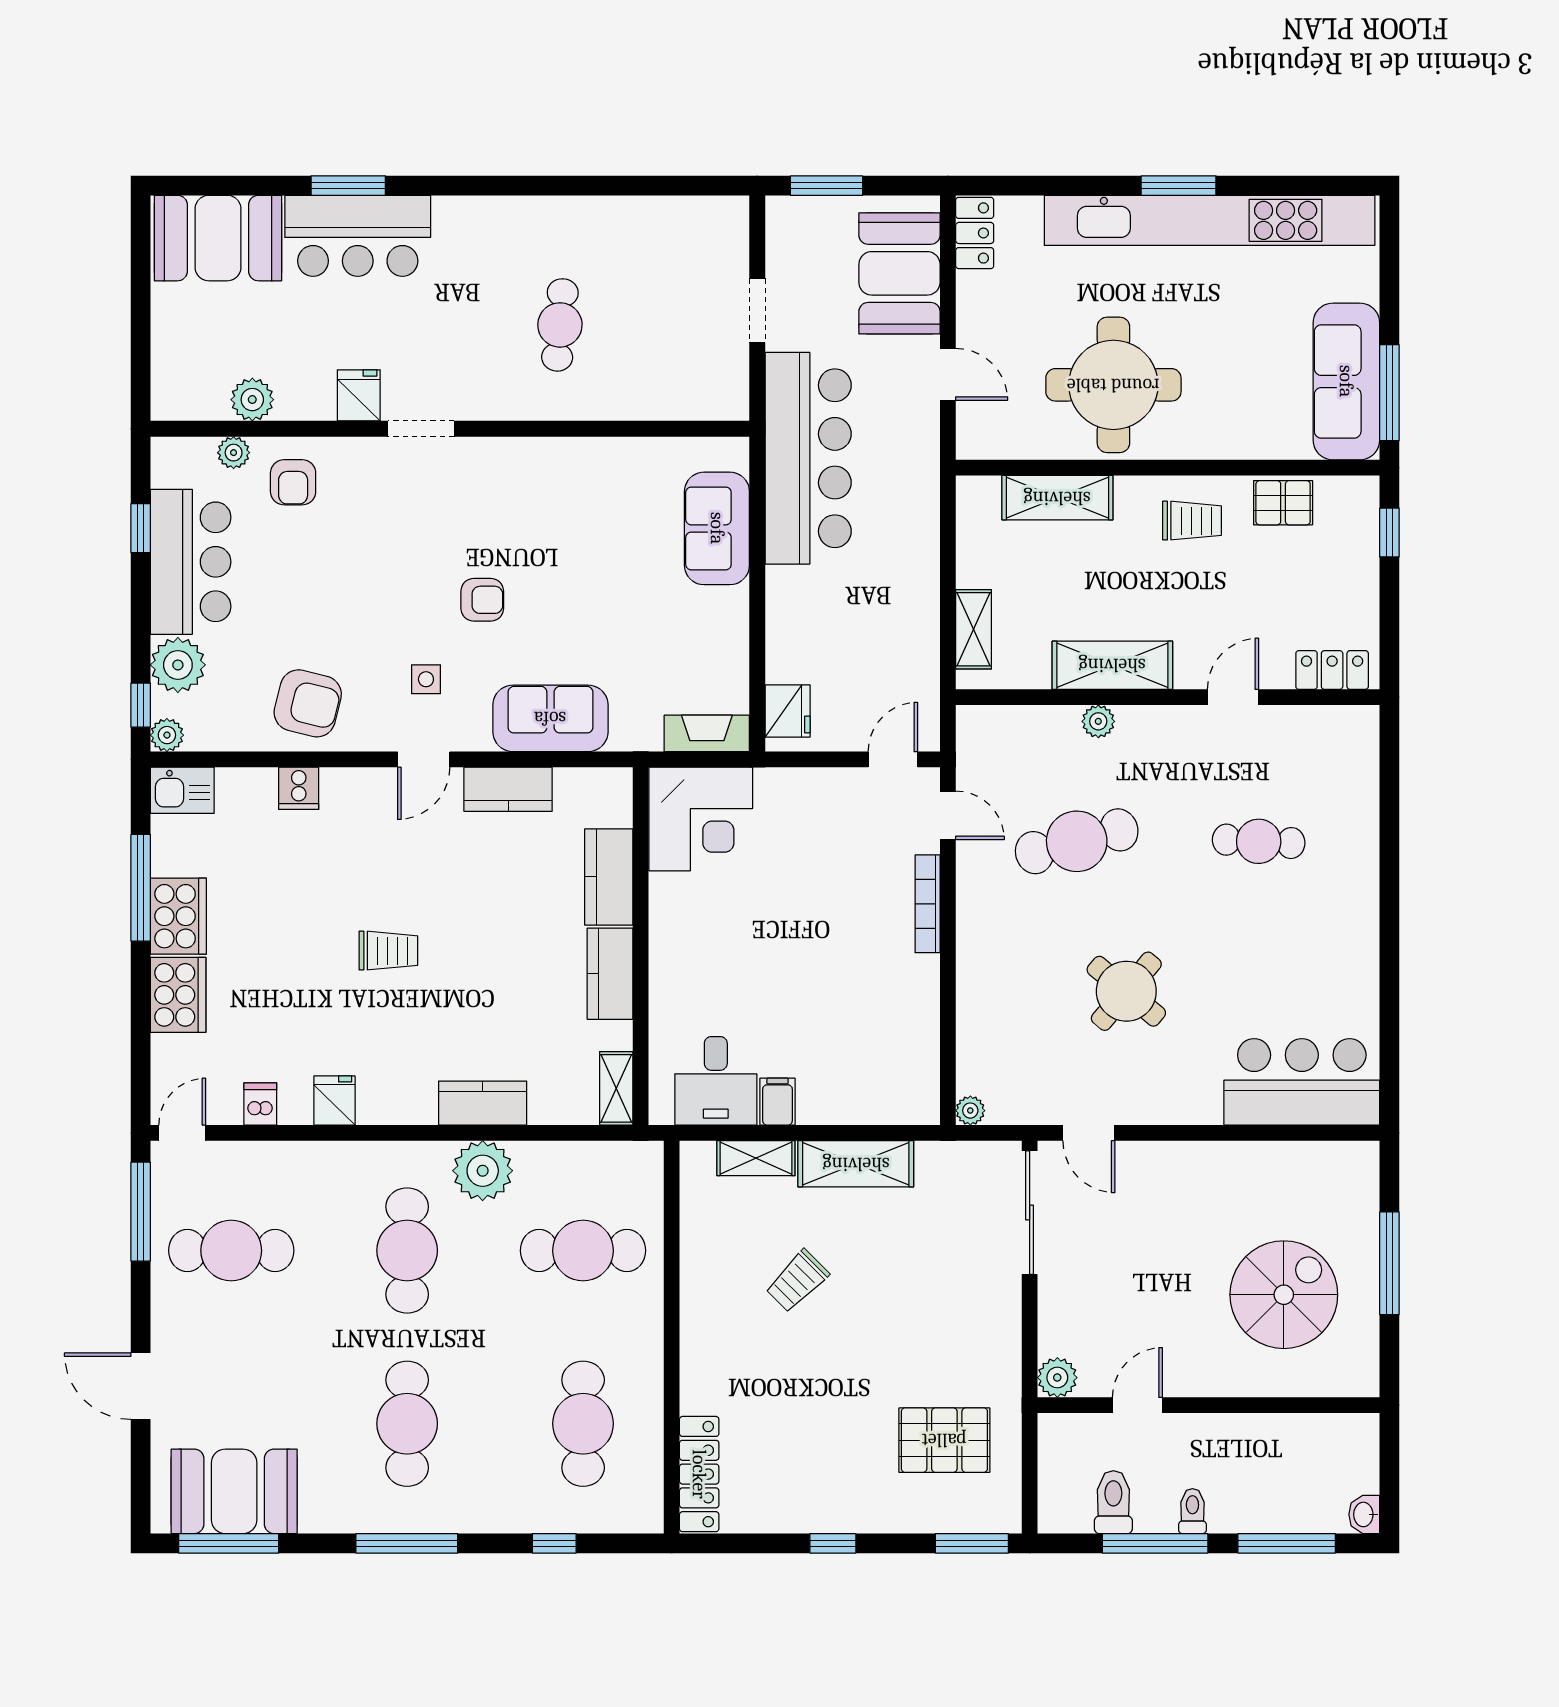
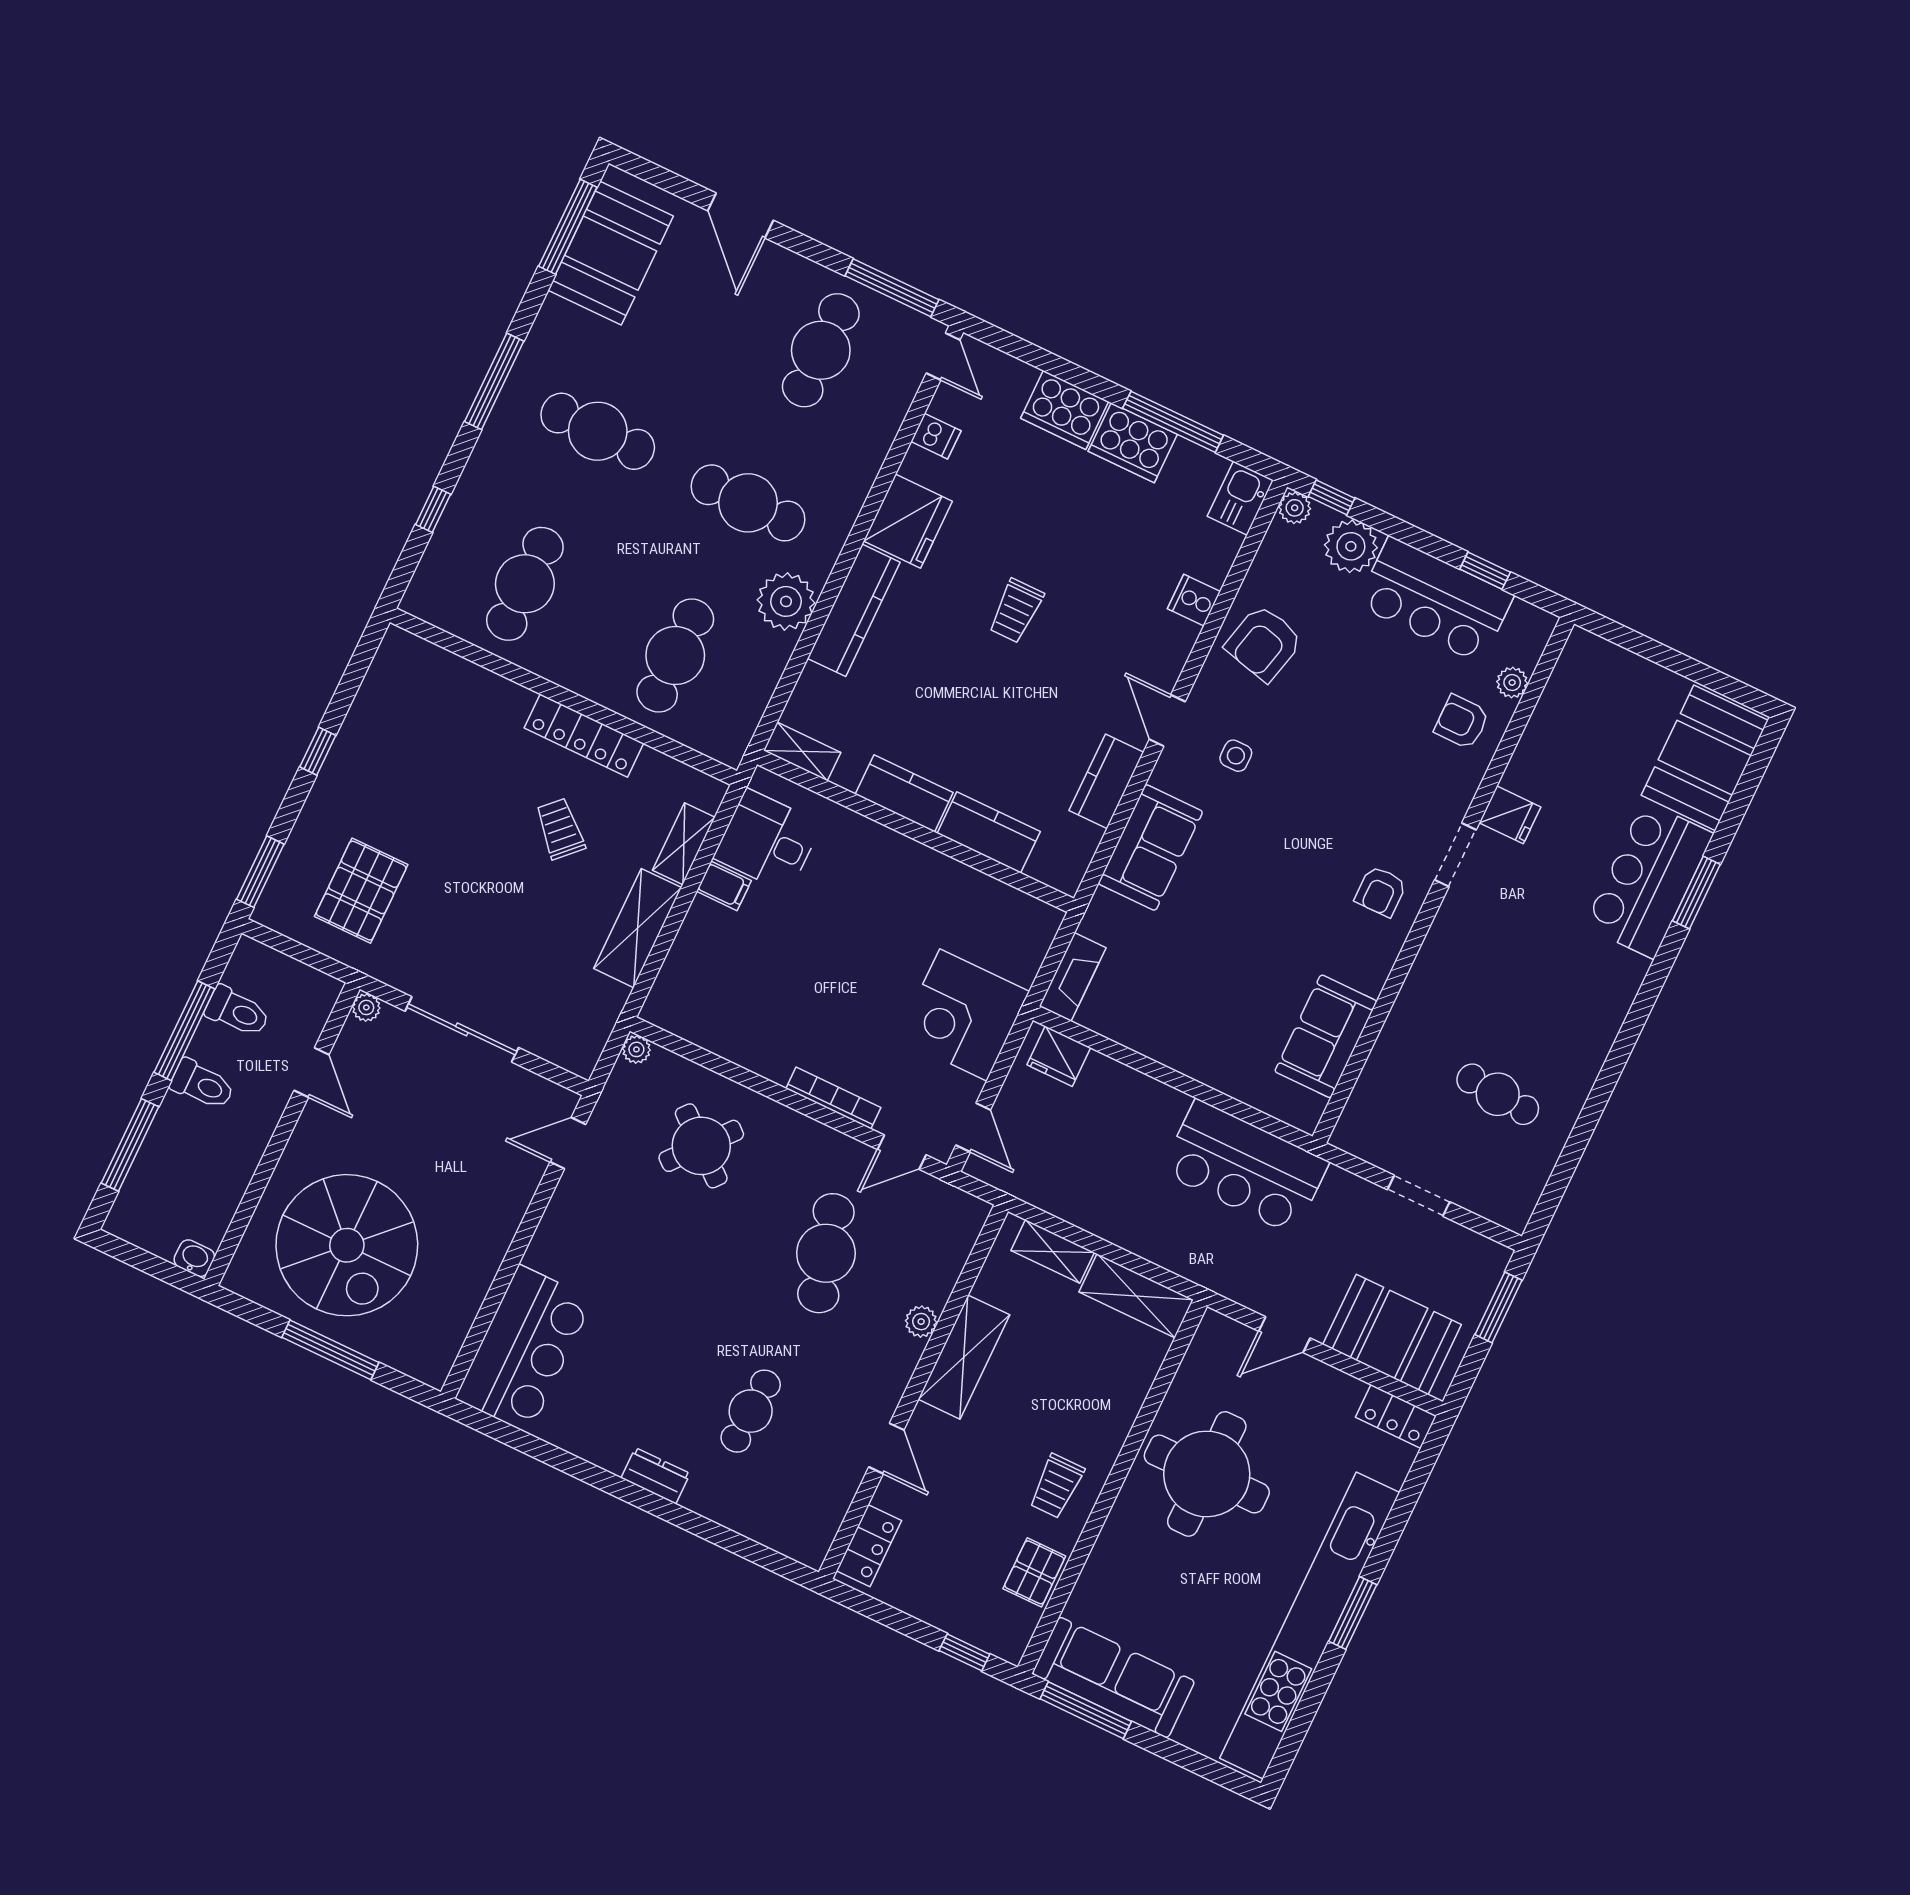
cafe table: (560, 325) -> (1498, 1094), moved
plant: (252, 400) -> (1550, 721), removed
bar counter: (808, 458) -> (1245, 1167), width x0.73
shelving: (1057, 498) -> (1136, 1296), moved, turned 90
sofa: (717, 528) -> (1326, 1036), moved, turned -90
armchair: (482, 600) -> (1381, 891), moved
corner desk: (701, 819) -> (963, 1015), moved
dresser: (1362, 902) -> (656, 1476), added
round table: (1126, 991) -> (701, 1146), moved
fridge: (334, 1101) -> (908, 521), width x1.88, depth x1.34
kitchen counter: (483, 1103) -> (854, 610), width x1.50
sliding door: (1030, 1213) -> (462, 1029), moved
spiral stairs: (1284, 1295) -> (347, 1245), width x1.37, depth x1.37
plant: (1057, 1378) -> (366, 1007), width x0.73, depth x0.73
door: (141, 1386) -> (741, 216), swing flipped
cafe table: (583, 1424) -> (525, 584), turned 90
locker: (699, 1474) -> (584, 736), moved
toilet: (1192, 1511) -> (202, 1085), width x1.37, depth x1.39
washbasin: (1364, 1514) -> (194, 1258), moved

